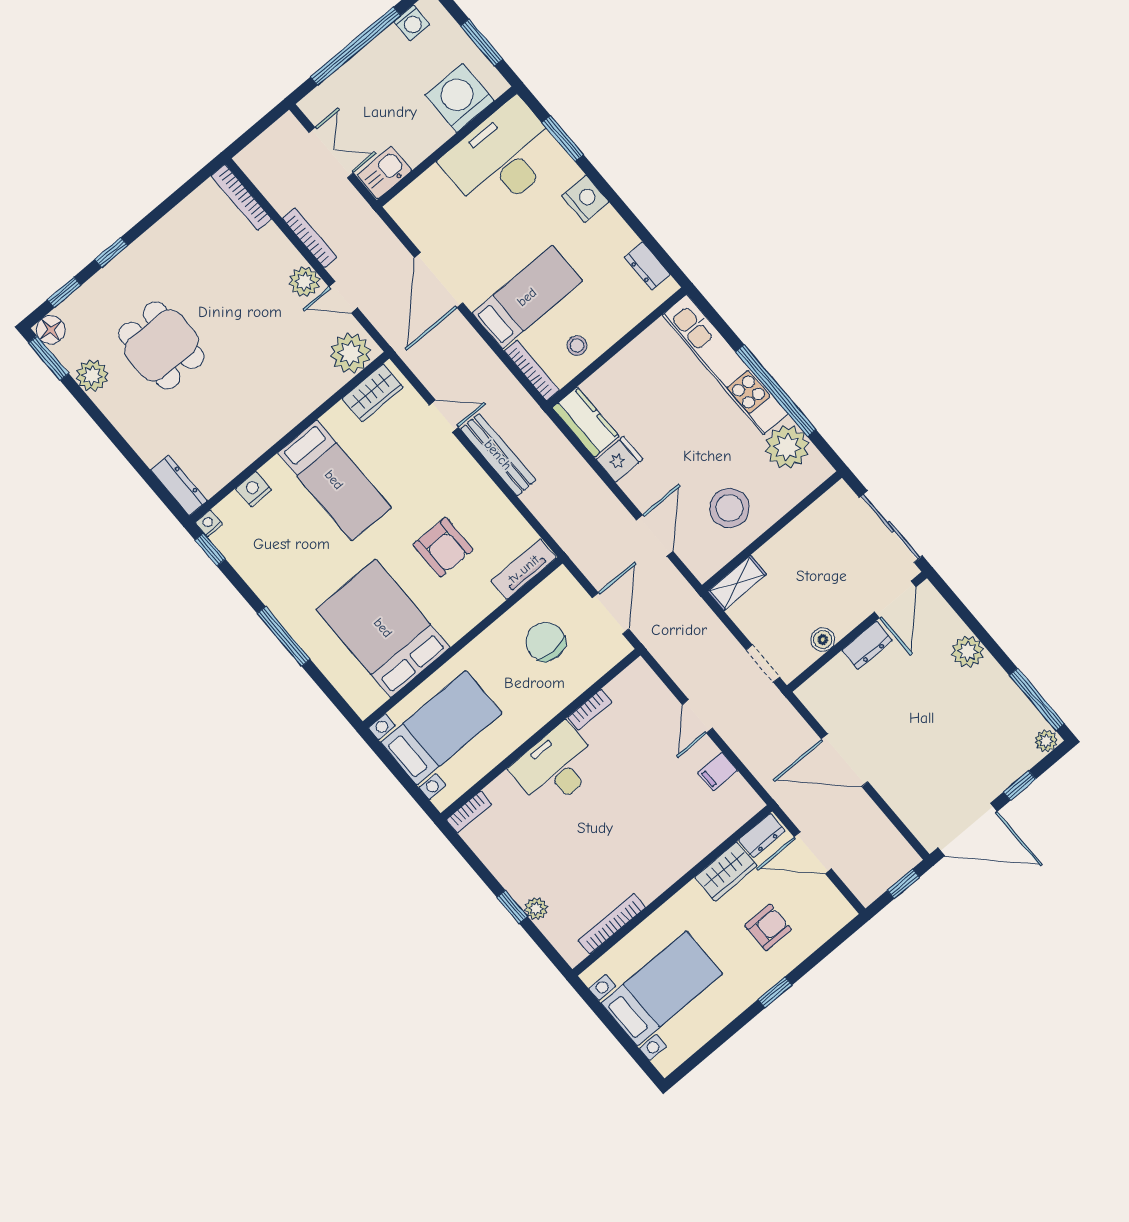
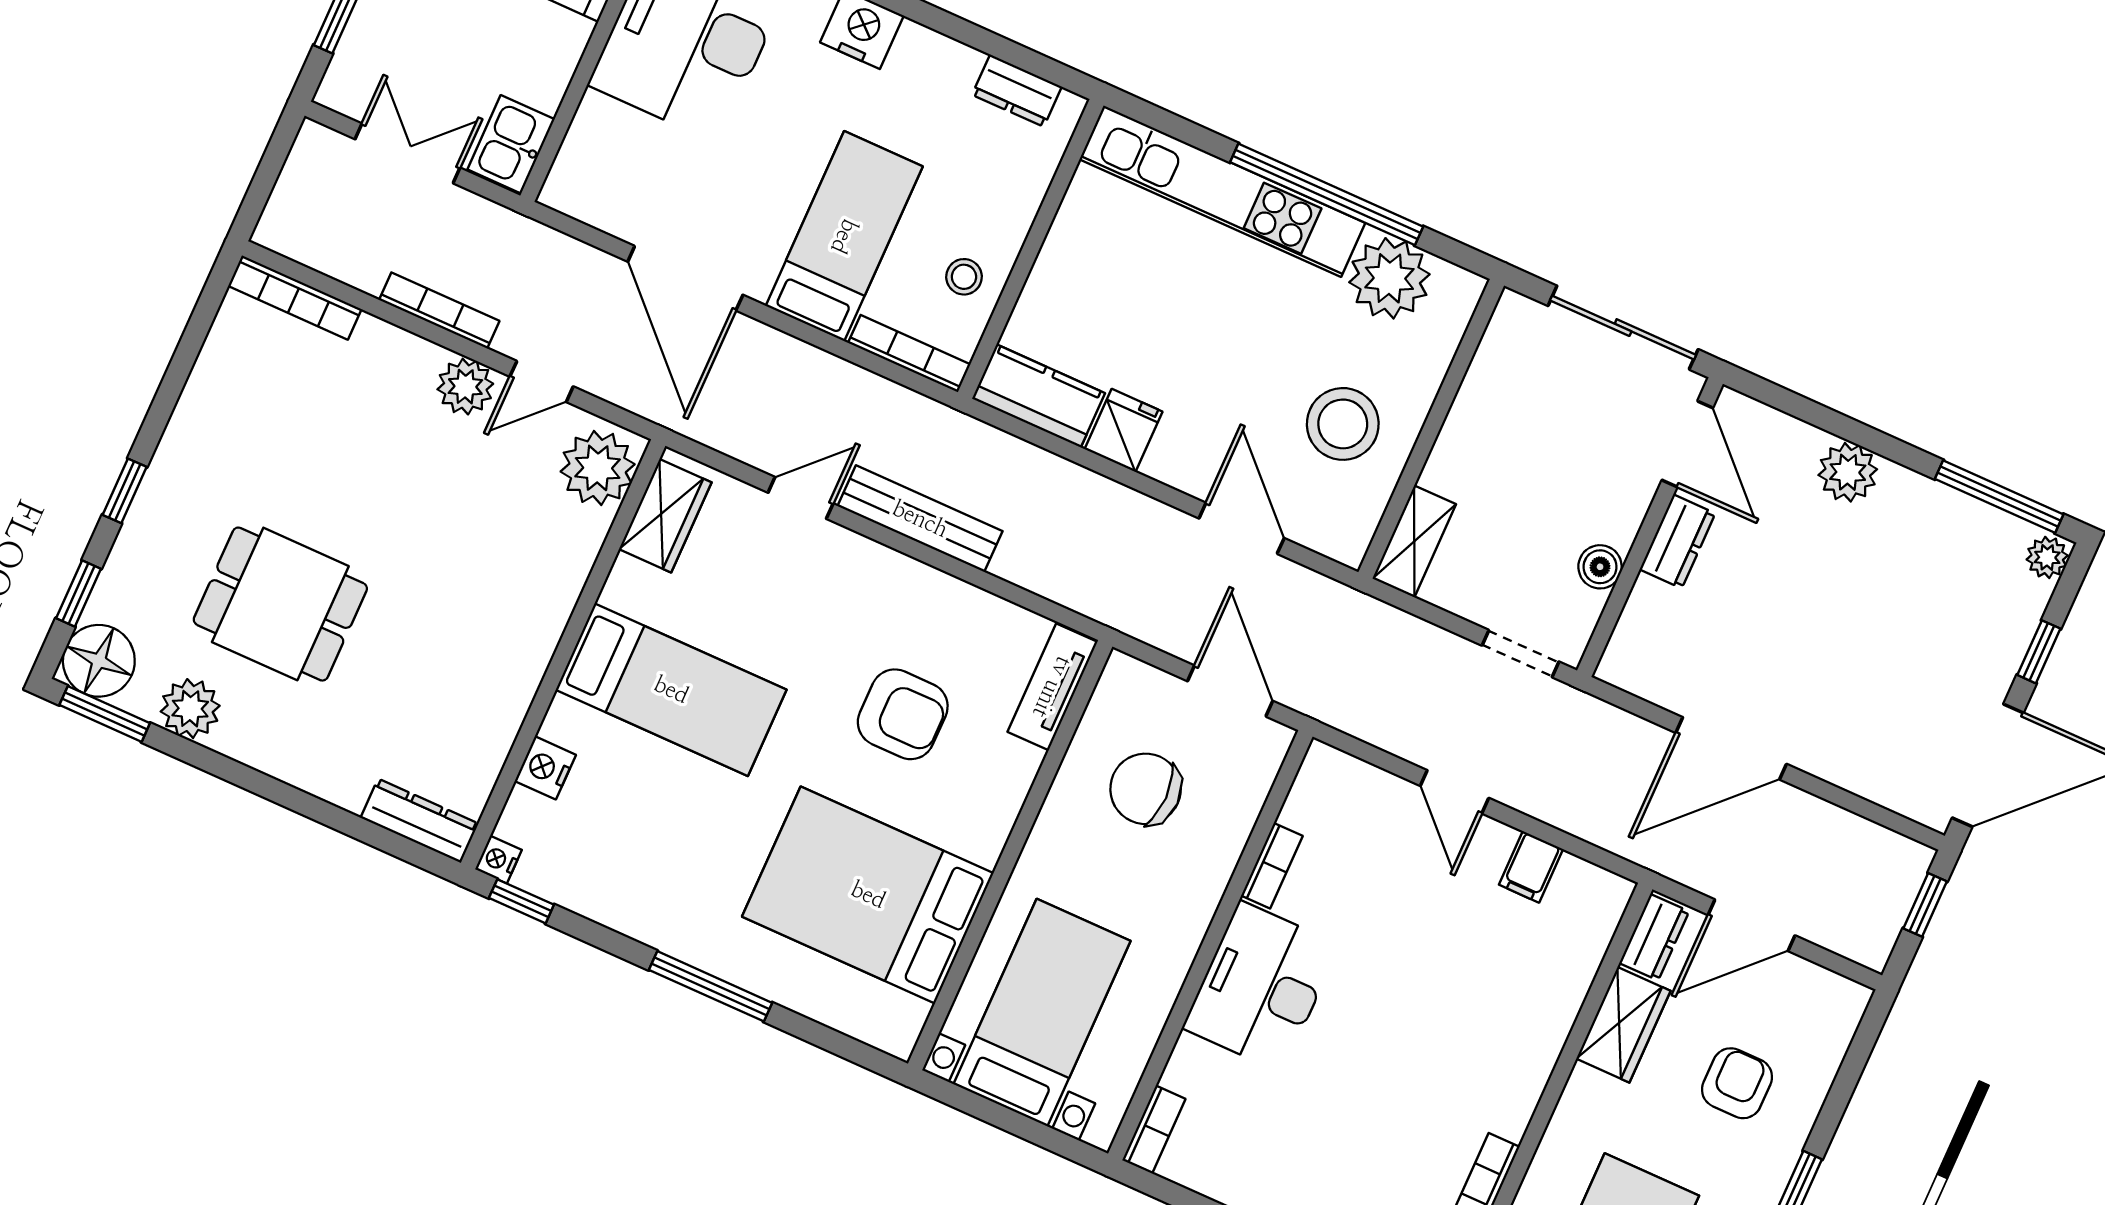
floor lamp: (51, 330) -> (99, 661), width x1.38, depth x1.38

